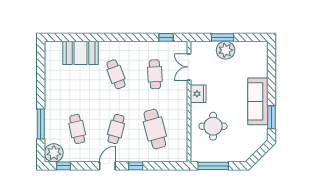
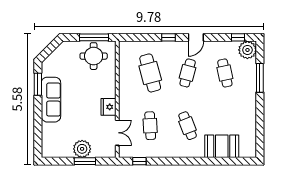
round table: (213, 126) -> (94, 56), moved

